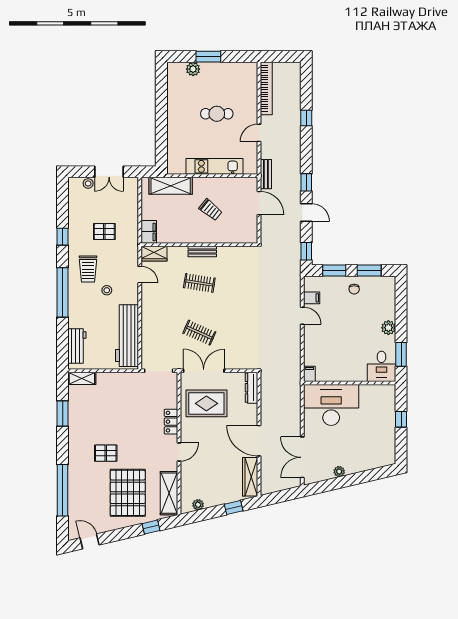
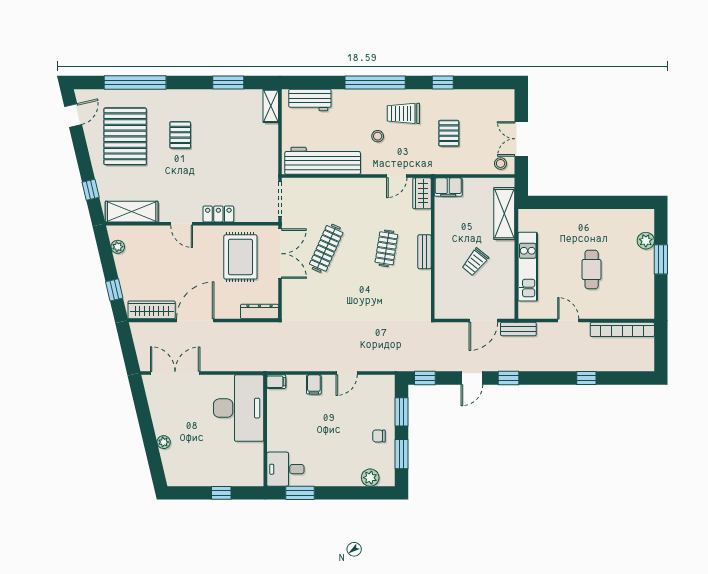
stool: (88, 183) -> (501, 163), moved
filing cabinet: (312, 298) -> (314, 384), moved
plant: (388, 328) -> (370, 478), moved
clothes rail: (199, 333) -> (326, 248), width x1.36
plant: (339, 472) -> (164, 442), moved
pallet: (128, 493) -> (125, 136), moved, turned 90

